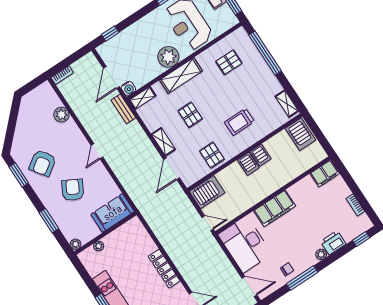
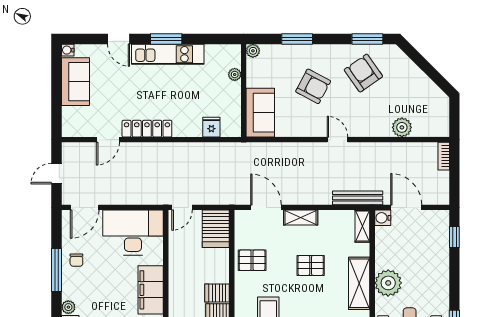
bench: (123, 109) -> (358, 198), width x1.36
fridge: (143, 239) -> (211, 127), added
locker: (164, 269) -> (147, 129), moved

